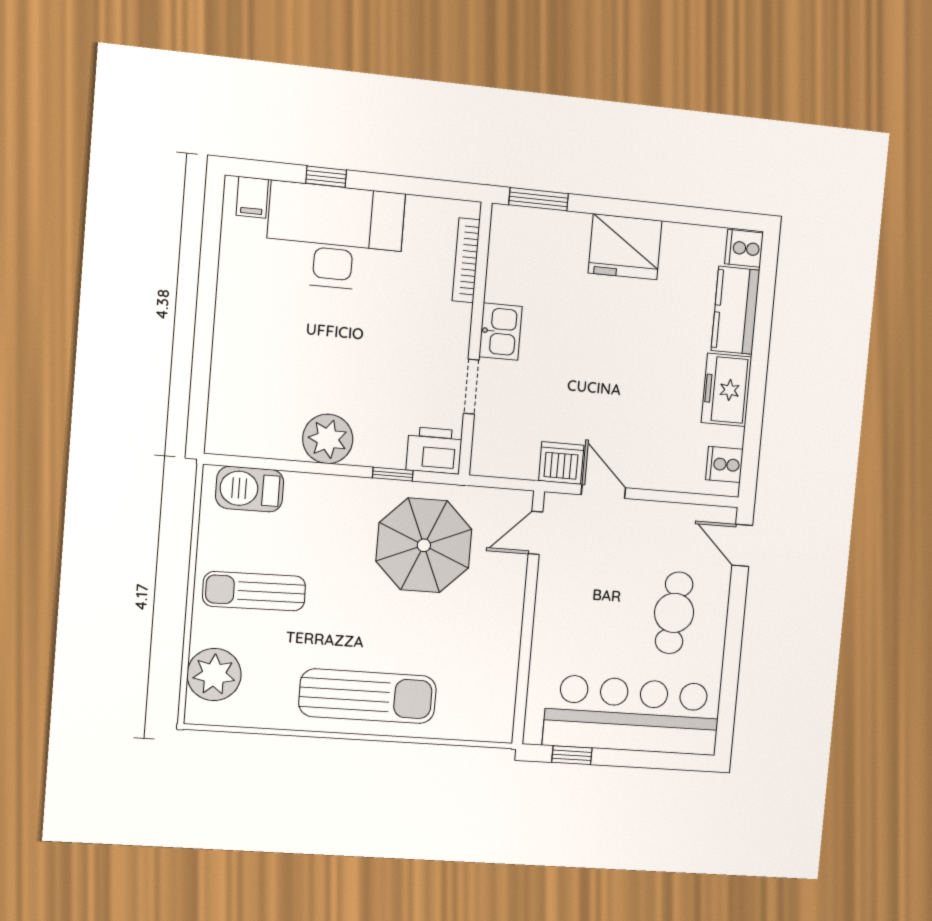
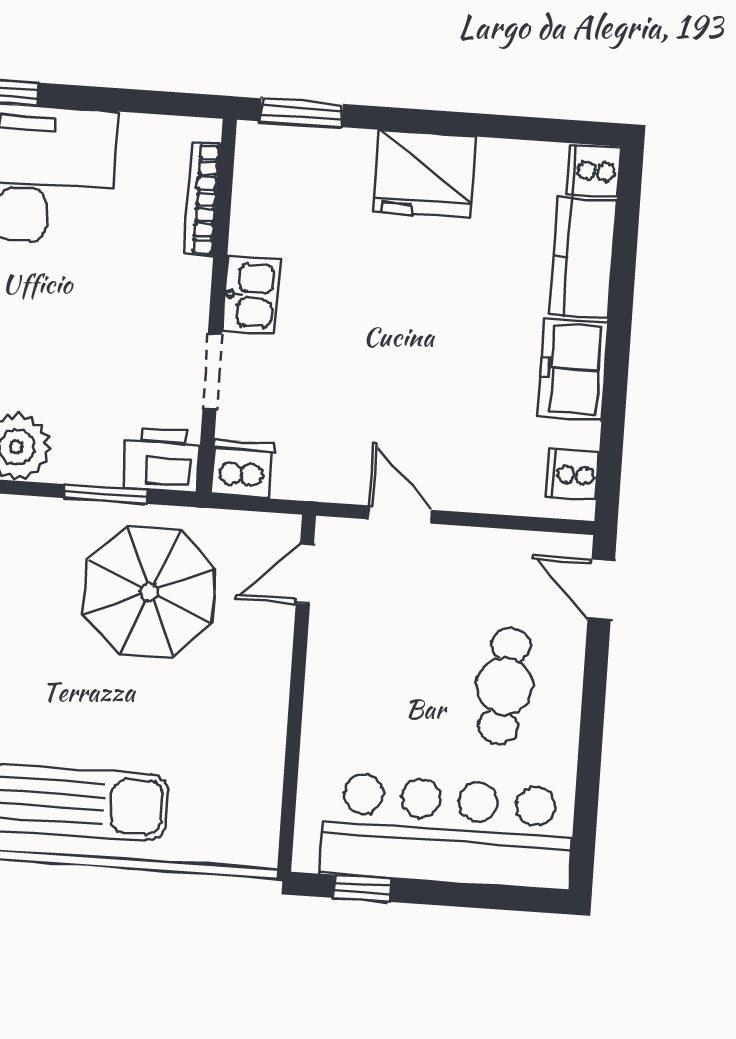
dishwasher: (561, 463) -> (242, 469), moved
window: (393, 474) -> (105, 494), width x1.50

